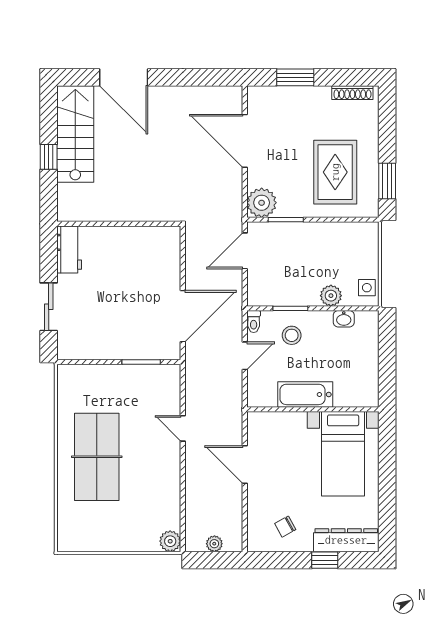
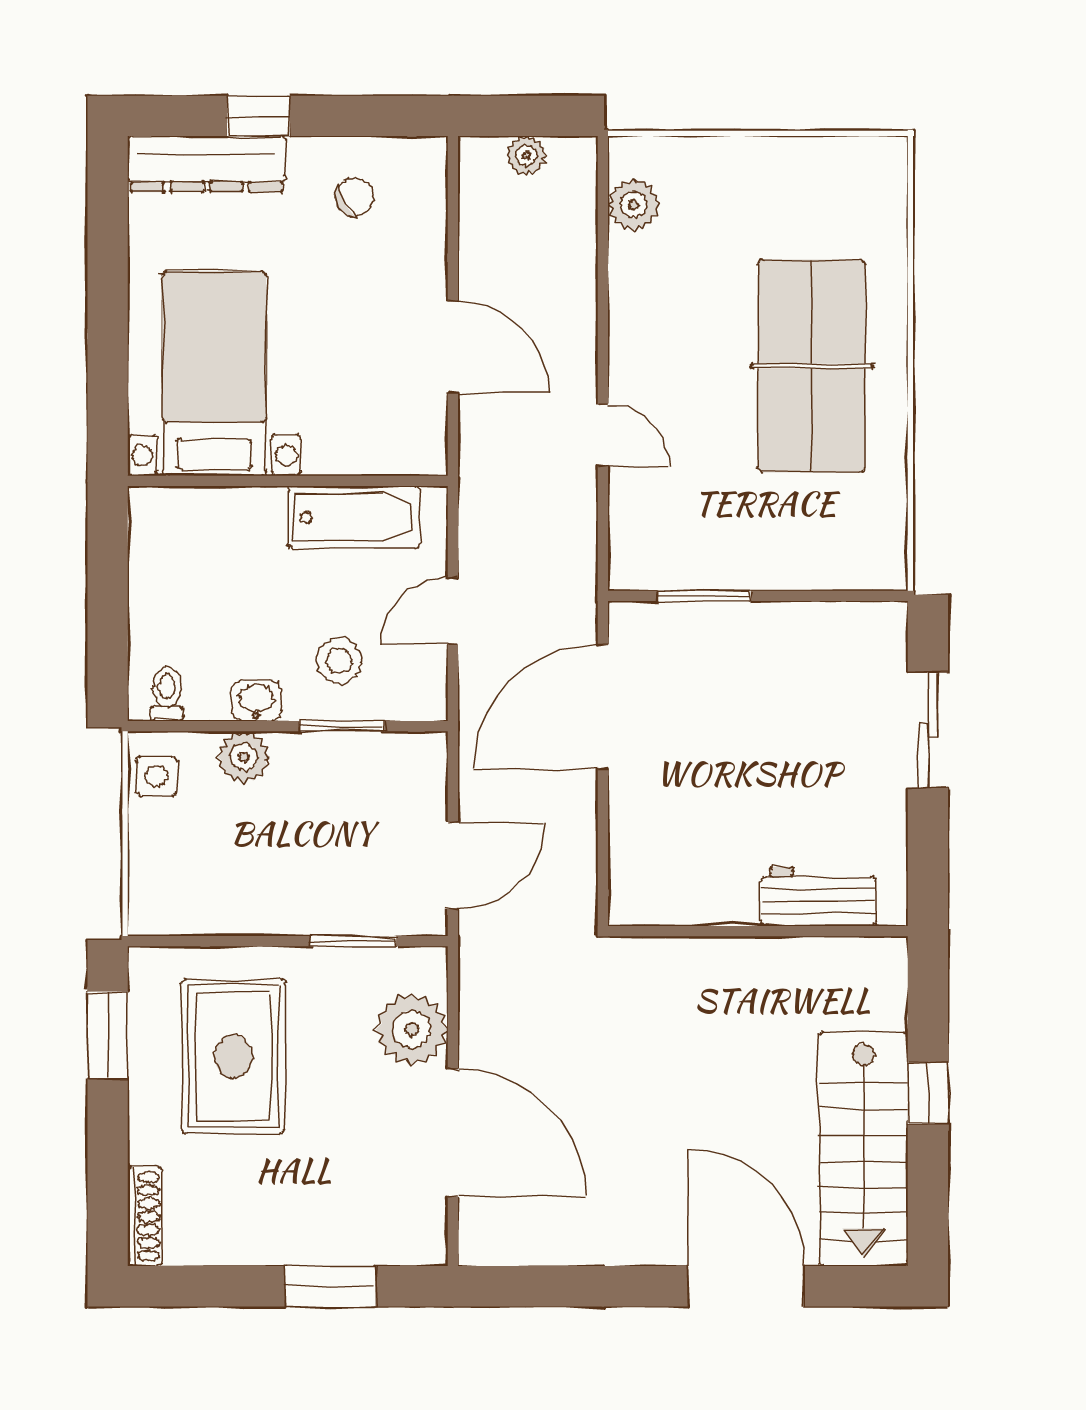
shoe rack: (352, 93) -> (145, 1217), moved, turned 90
plant: (262, 203) -> (412, 1029), moved
workbench: (69, 249) -> (818, 896), moved, turned 90
washbasin: (344, 319) -> (256, 701), moved
toilet: (254, 322) -> (167, 694), moved
bathtub: (305, 394) -> (354, 517), moved
plant: (170, 541) -> (633, 205), moved

